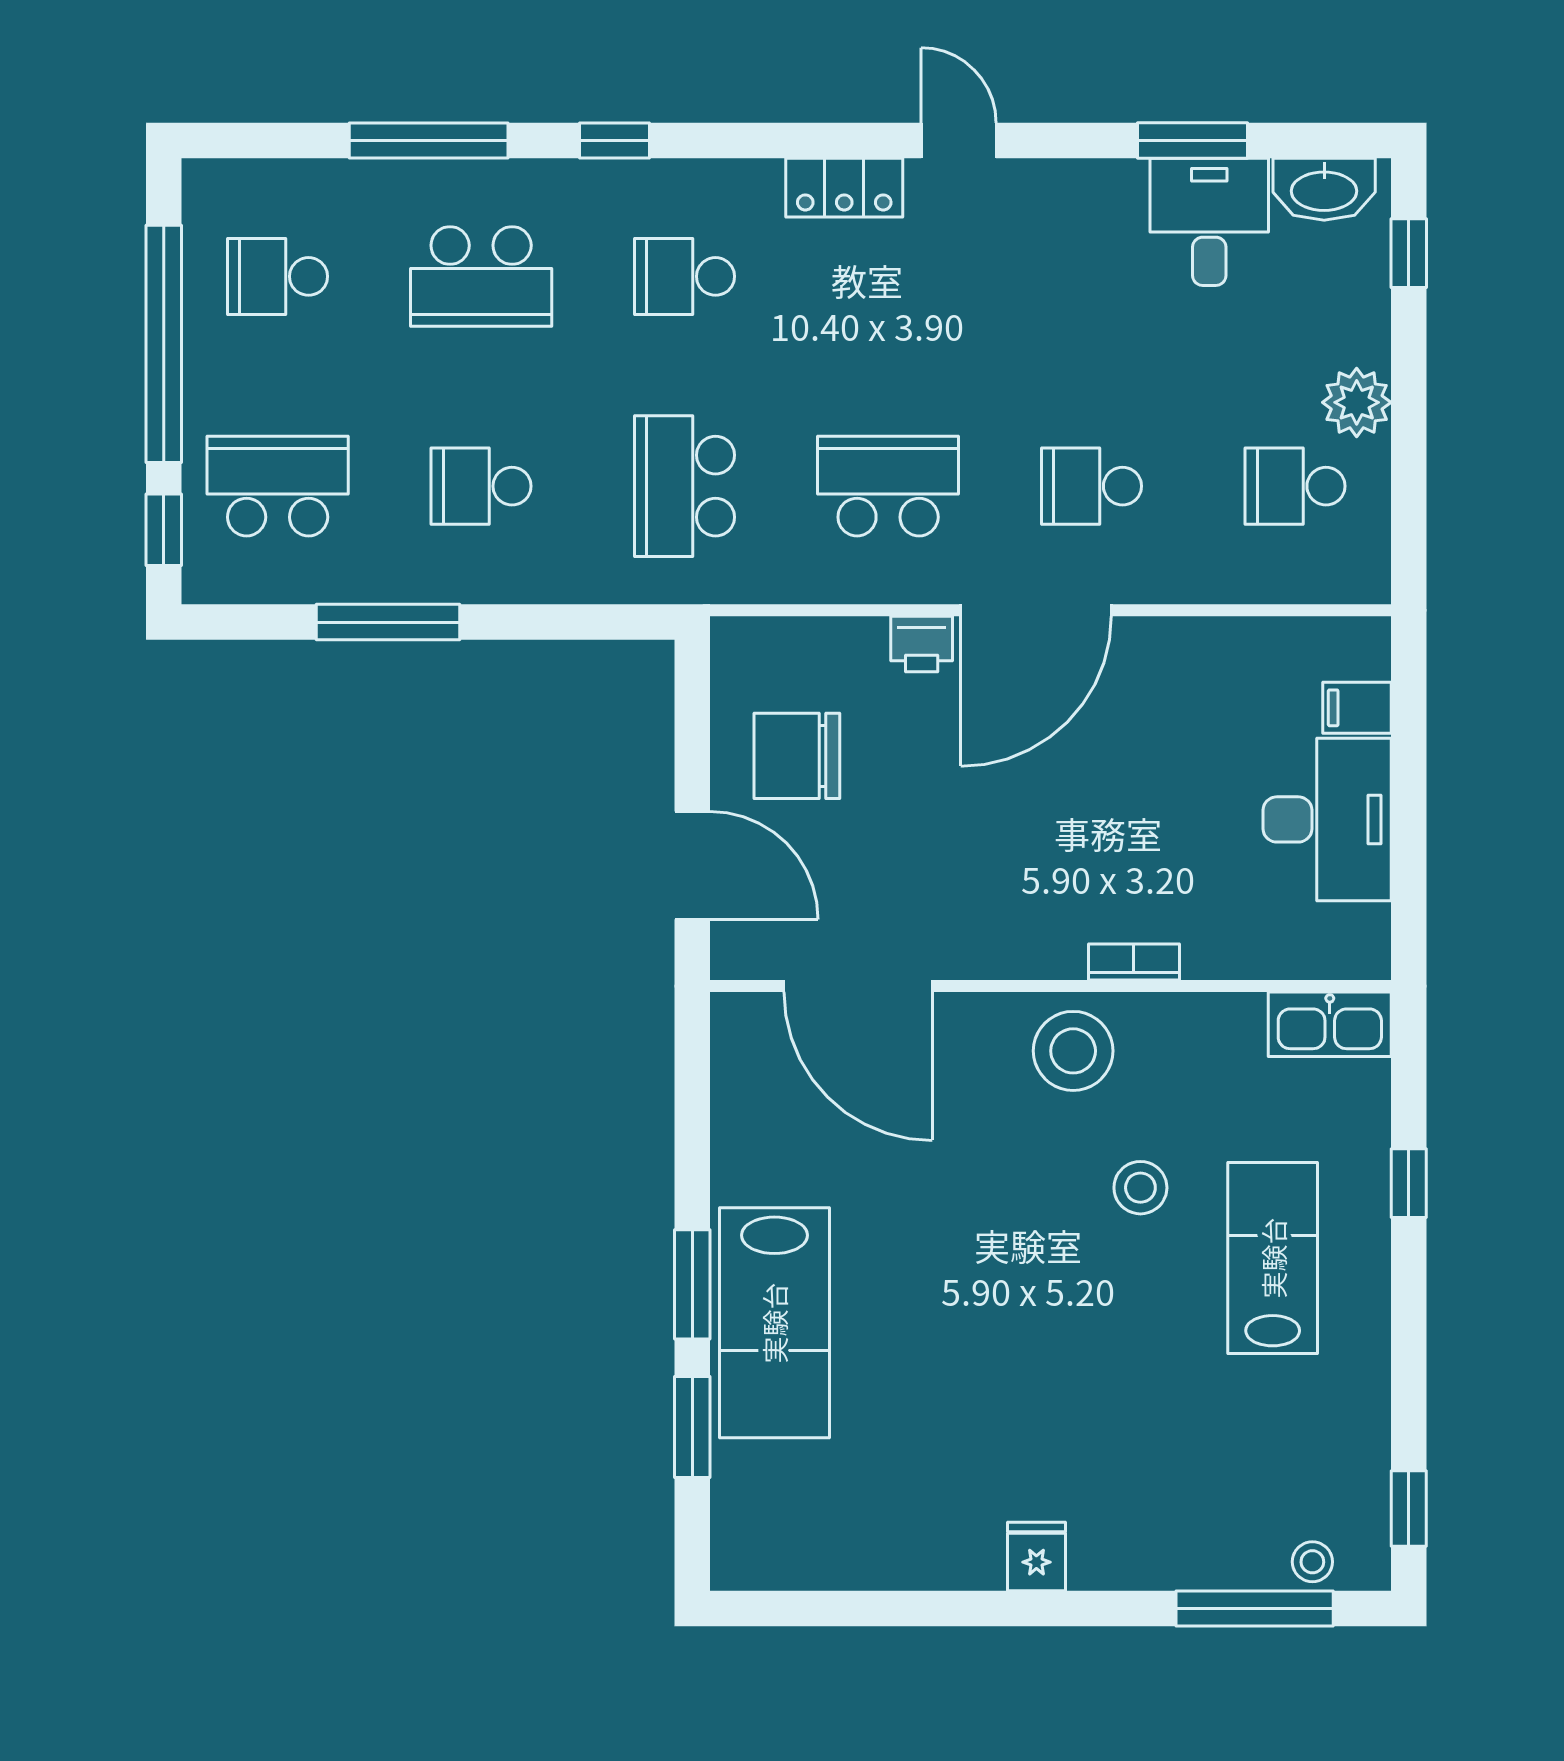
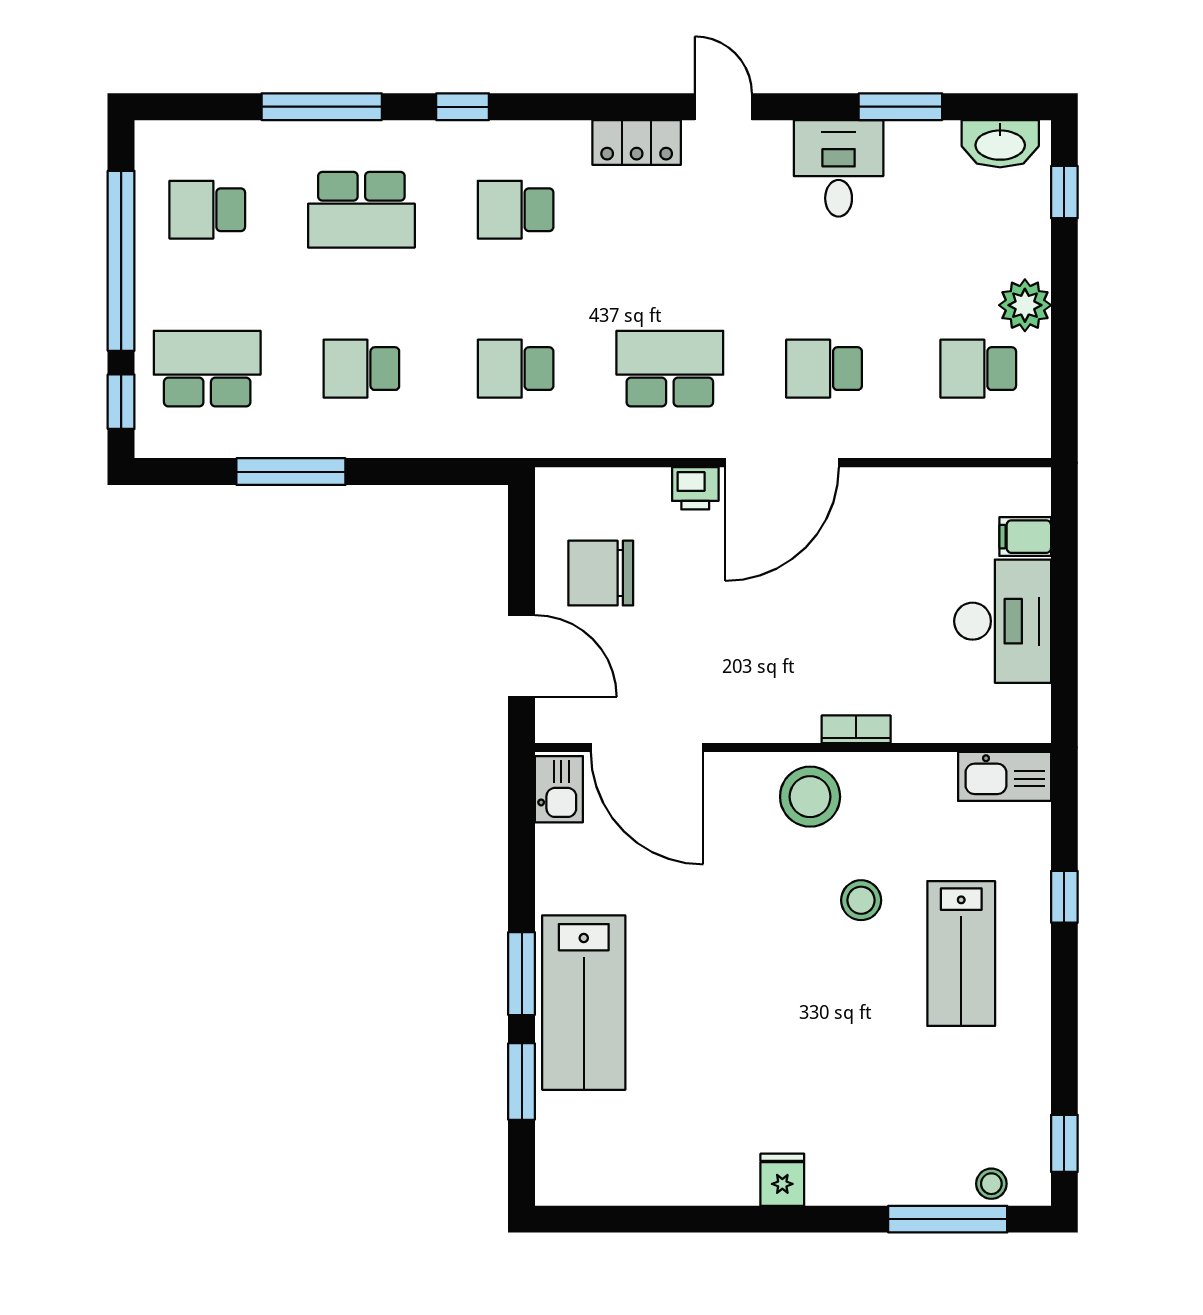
desk: (1209, 222) -> (839, 168), moved
school desk: (685, 486) -> (516, 369), width x0.54
kitchen sink: (742, 1041) -> (559, 789), added
lab bench: (1273, 1258) -> (961, 953), turned 180

